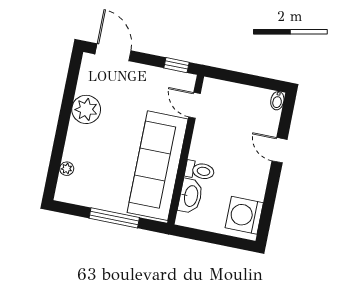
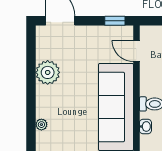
washbasin: (190, 196) -> (145, 126), width x0.52, depth x0.69

